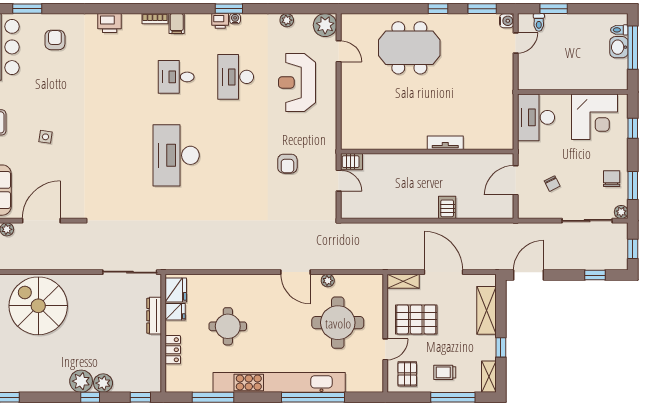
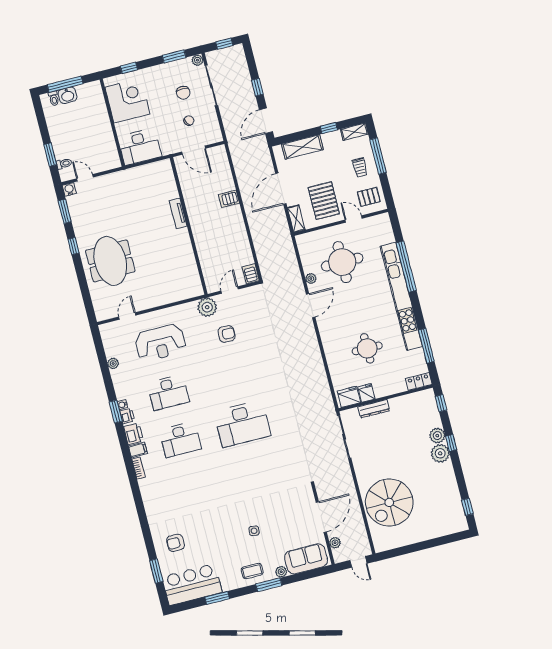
printer: (110, 23) -> (134, 434), moved
plant: (325, 25) -> (207, 307), moved
desk: (176, 77) -> (180, 439), width x1.37
server rack: (352, 162) -> (251, 274), moved
chair: (612, 179) -> (183, 93), moved, turned -90
door: (41, 221) -> (321, 517), swing flipped
door: (529, 275) -> (266, 121), hinge flipped
window: (595, 275) -> (257, 87), moved
locker: (173, 350) -> (419, 382), moved

